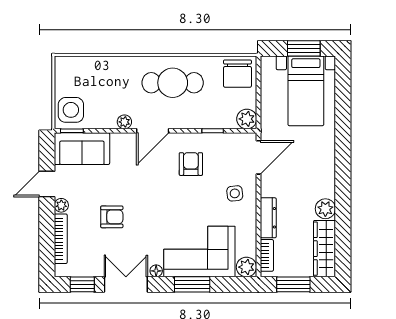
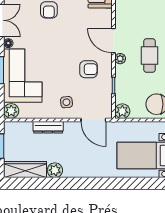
cafe table: (173, 83) -> (150, 56), width x0.73, depth x0.74
plant: (124, 122) -> (120, 59), moved
bookcase: (267, 255) -> (20, 126), removed

